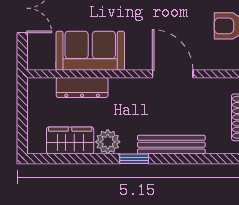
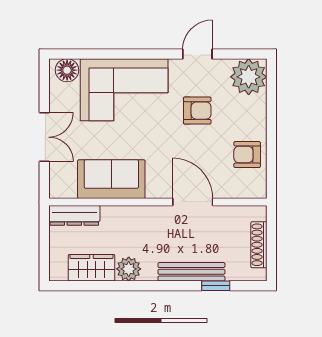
dresser: (82, 88) -> (74, 215), moved
window: (134, 159) -> (216, 286), moved

